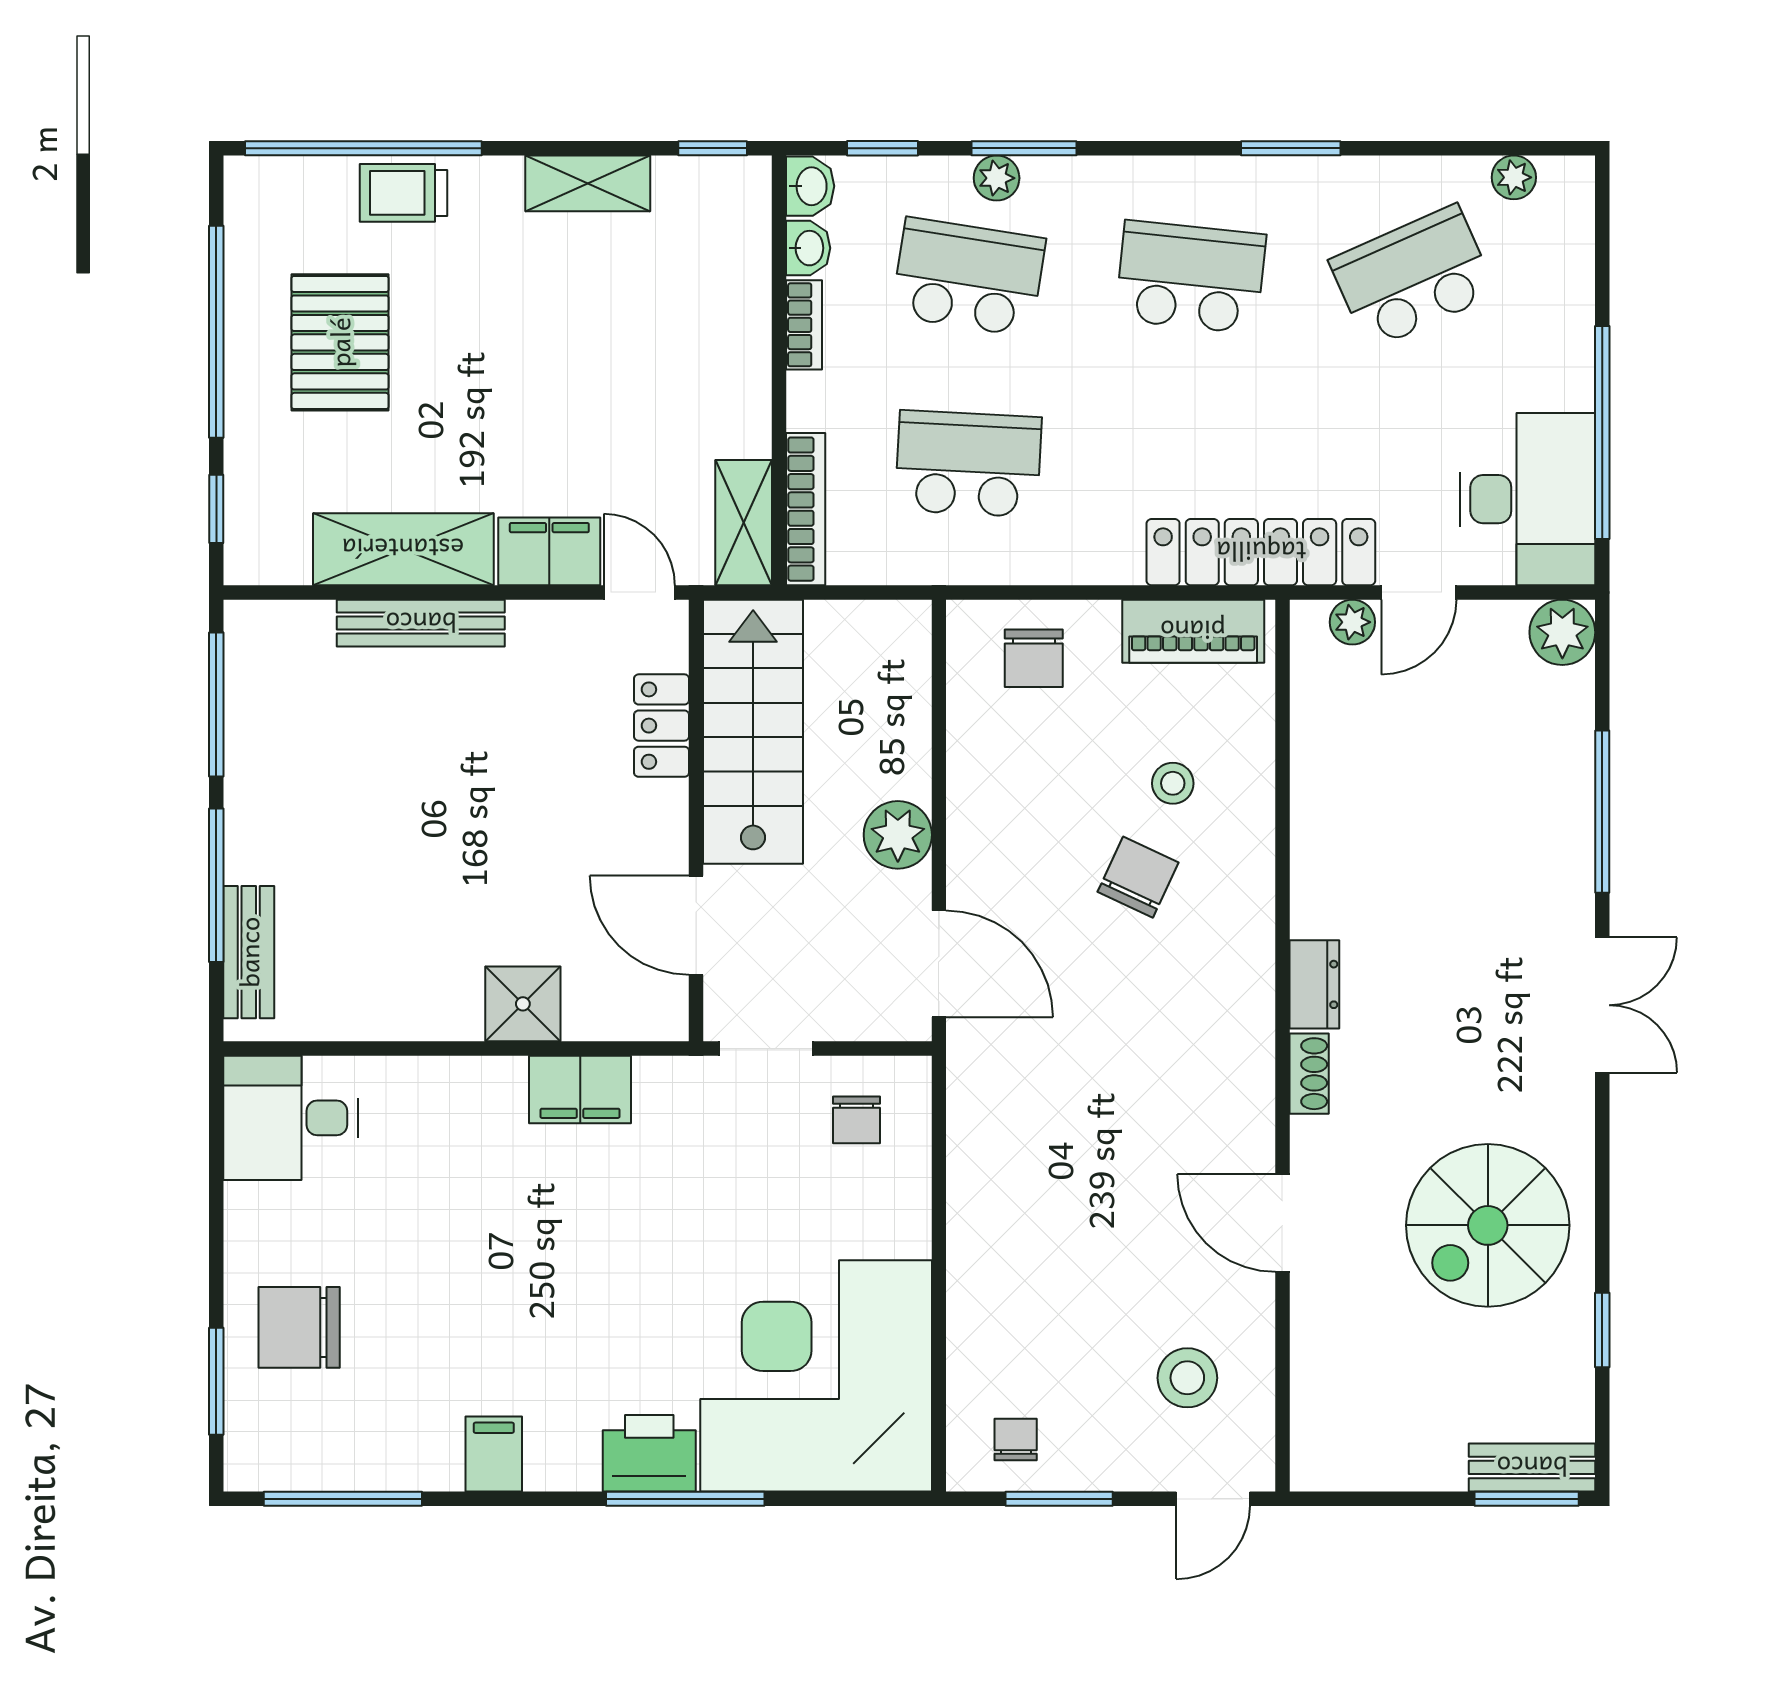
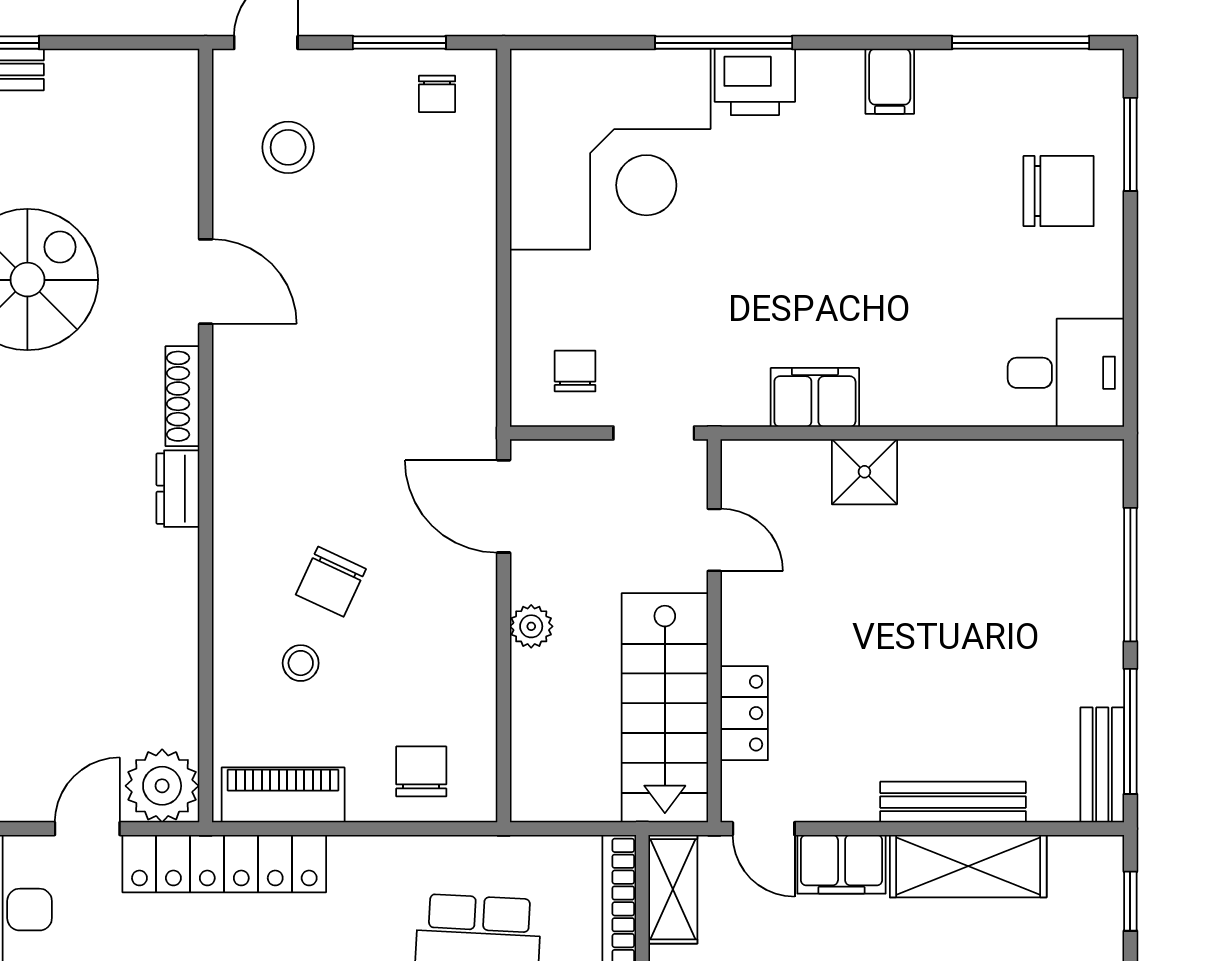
plant: (1352, 622) -> (162, 786), width x1.88, depth x1.88
plant: (898, 835) -> (531, 626), width x0.73, depth x0.73
door: (696, 925) -> (714, 540), width x0.73
bench: (249, 952) -> (1102, 765), moved
shoe rack: (1309, 1074) -> (182, 396), width x1.43

